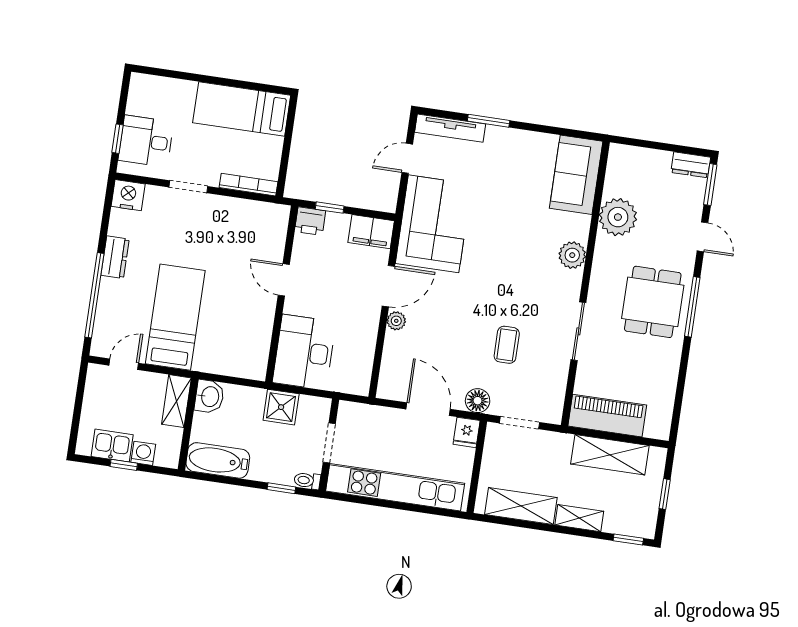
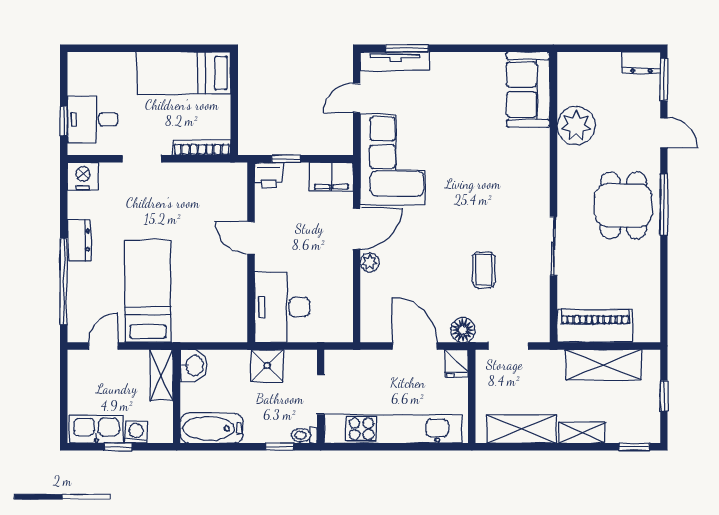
window: (489, 121) -> (407, 48), moved
plant: (572, 255) -> (536, 170), removed
kitchen sink: (112, 446) -> (96, 429), width x1.38

